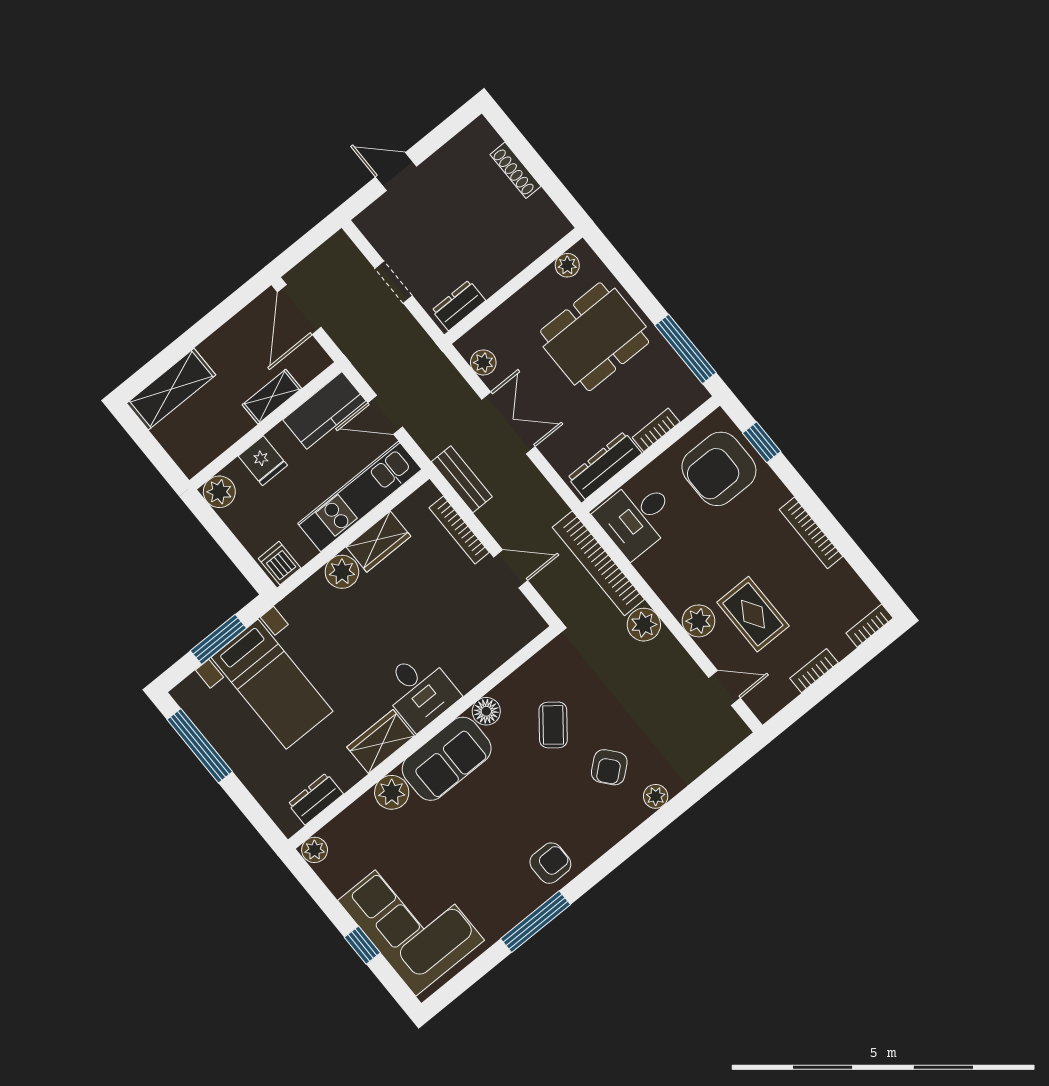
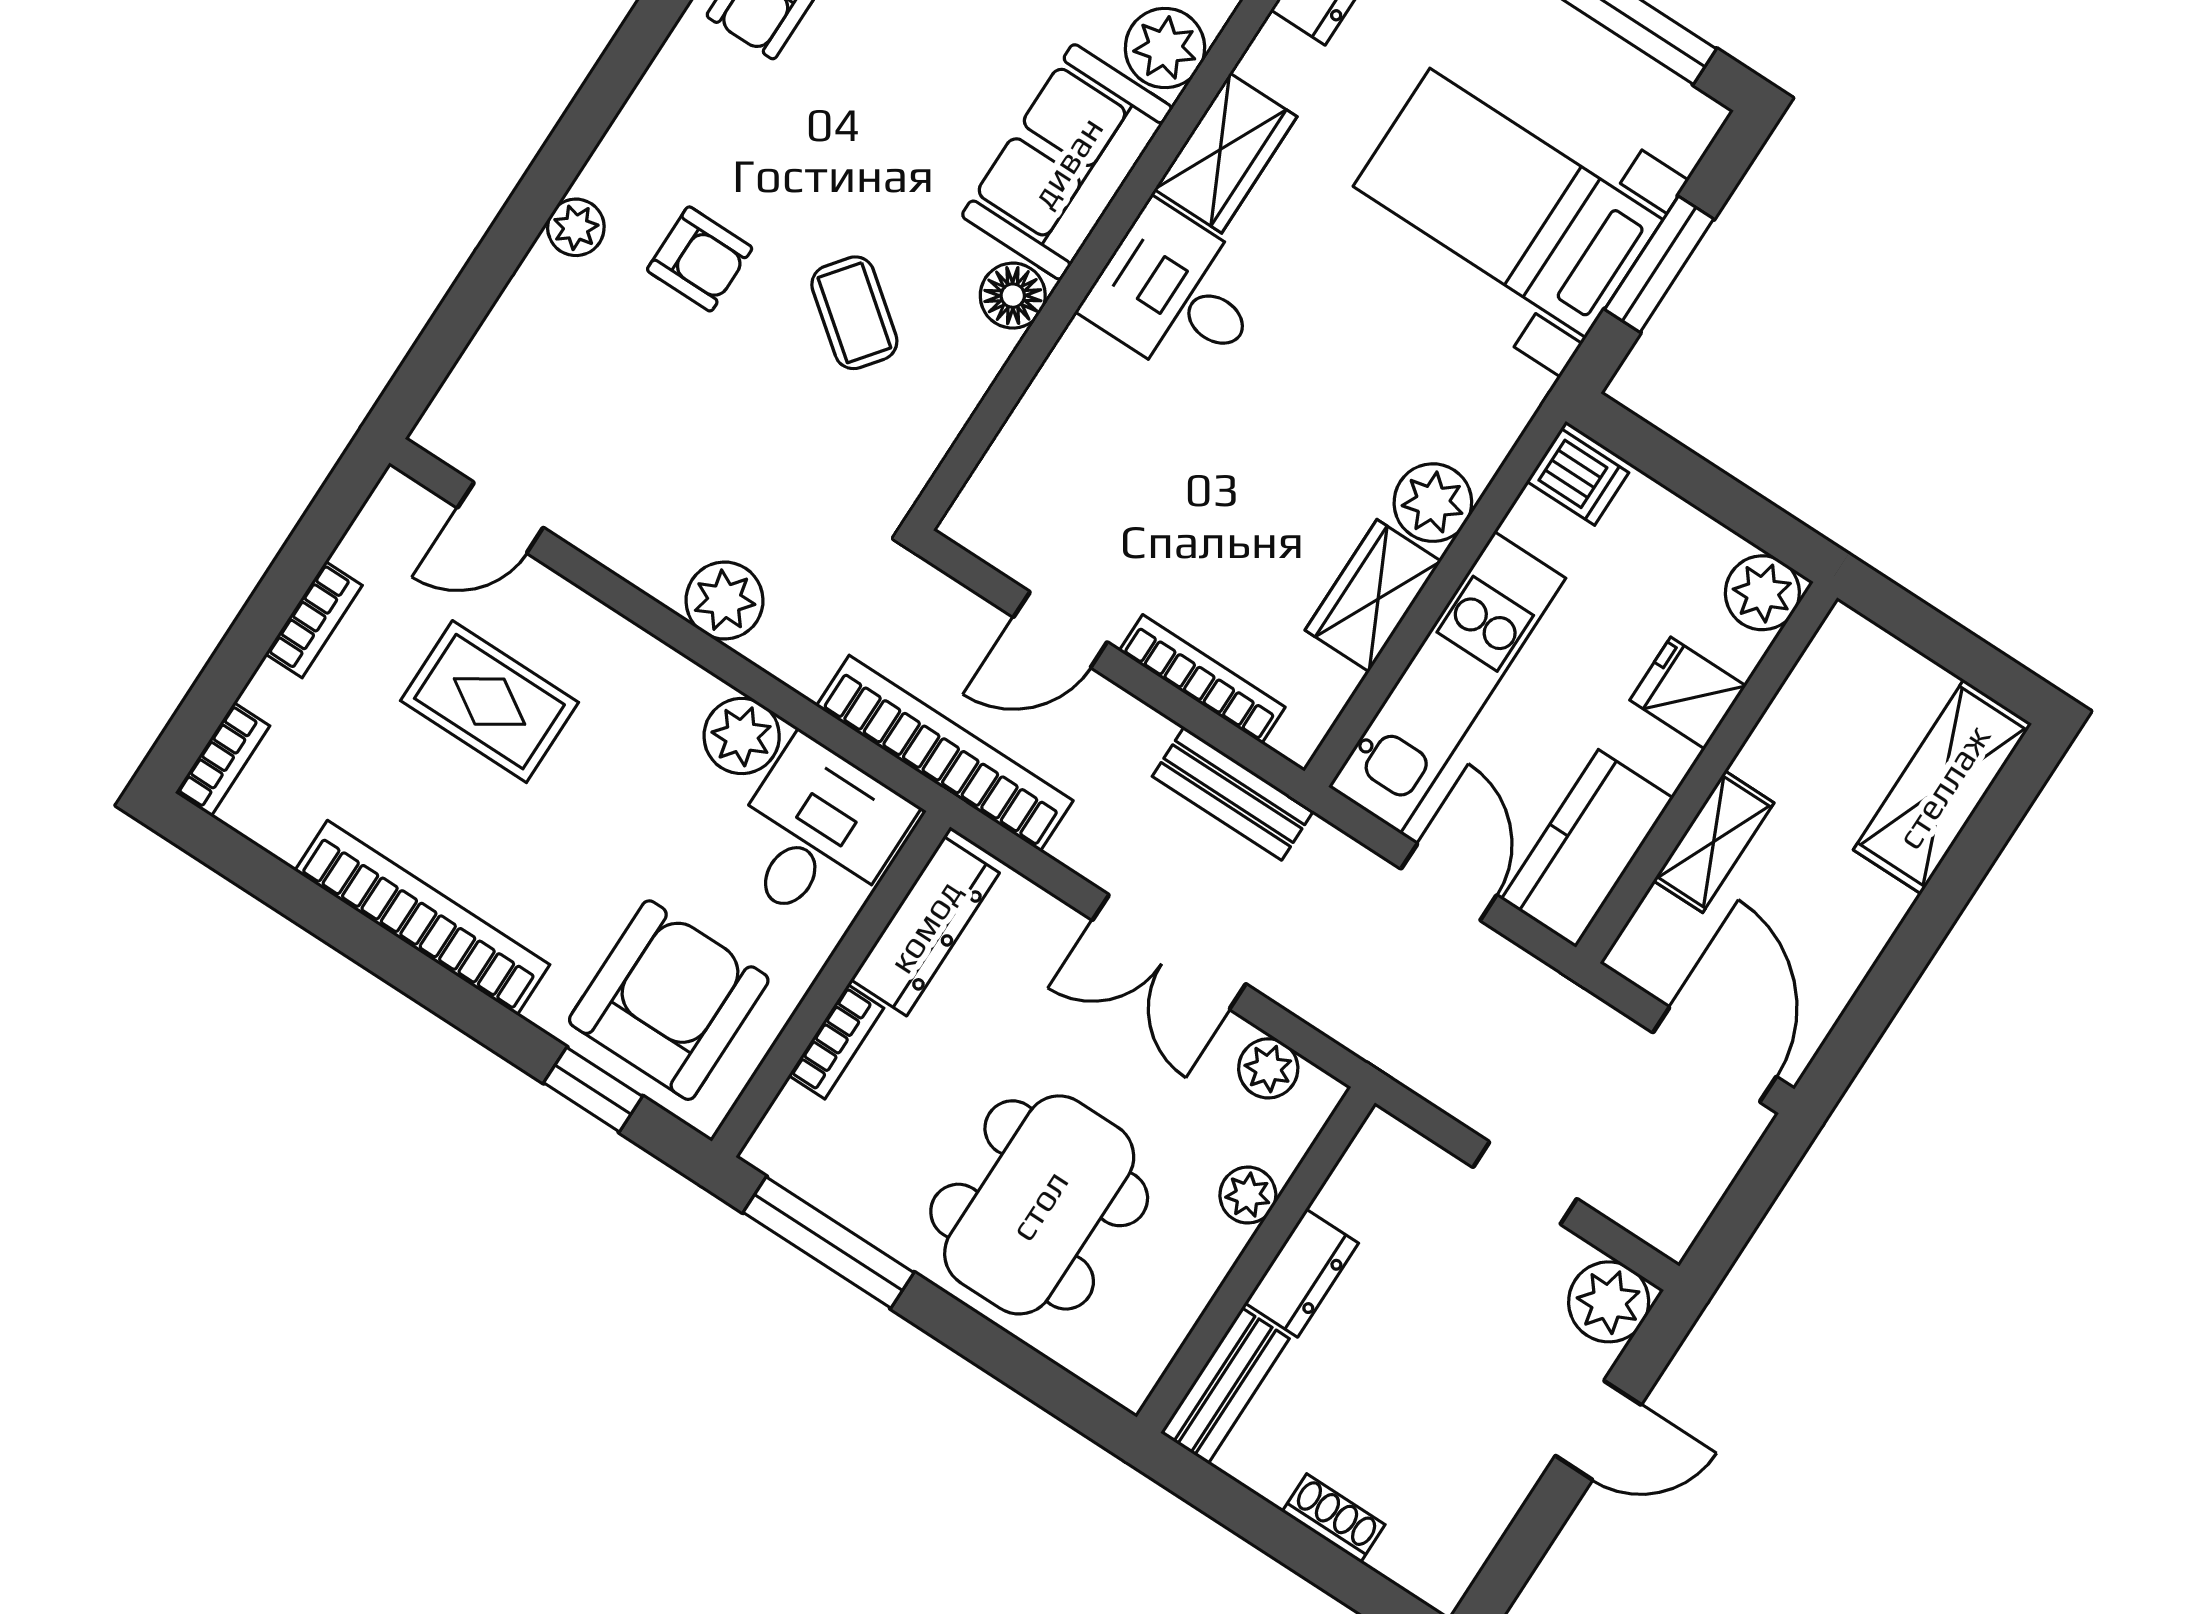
shoe rack: (516, 170) -> (1334, 1518), width x0.70
plant: (375, 223) -> (1609, 1302), added
bench: (543, 239) -> (1225, 1386), added
plant: (567, 265) -> (1248, 1195), moved
dresser: (459, 305) -> (1302, 1273), moved
door: (385, 415) -> (1449, 882), hinge flipped
bookcase: (811, 533) -> (422, 918), width x1.48, depth x1.31
bookcase: (598, 563) -> (945, 753), moved
plant: (699, 621) -> (742, 736), moved
armchair: (609, 767) -> (700, 259), turned 130

